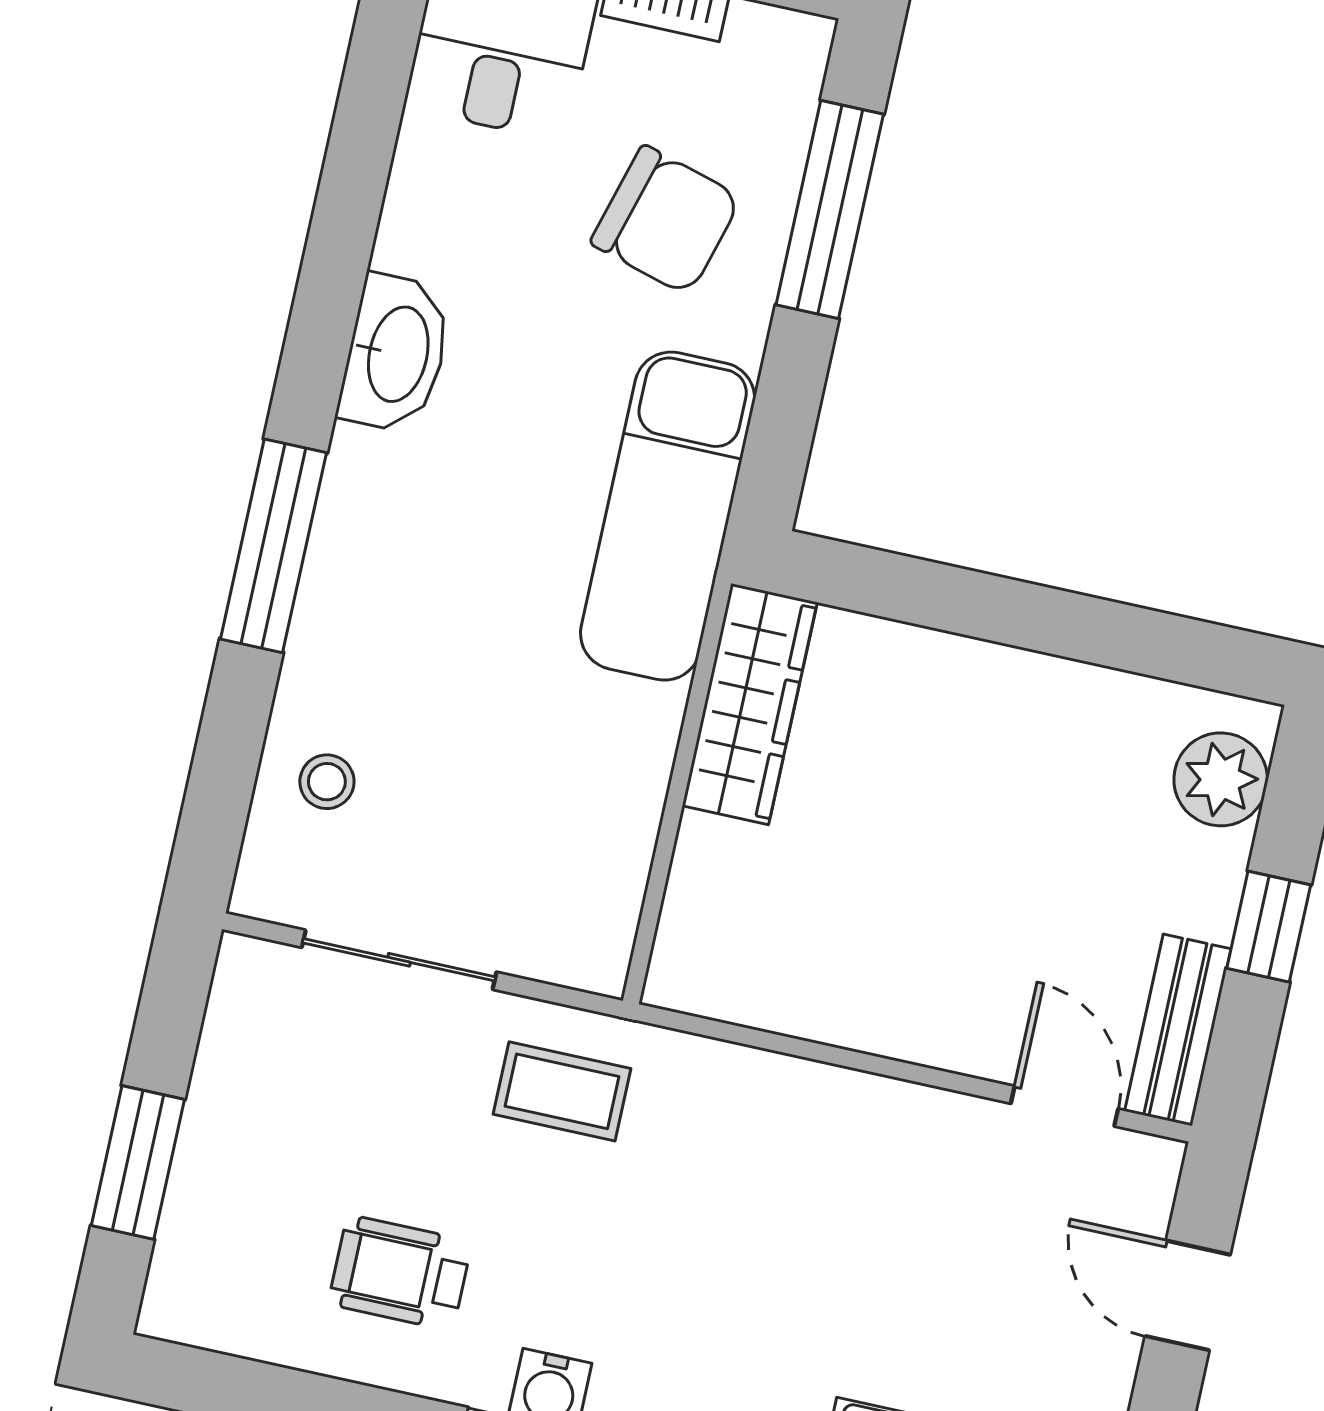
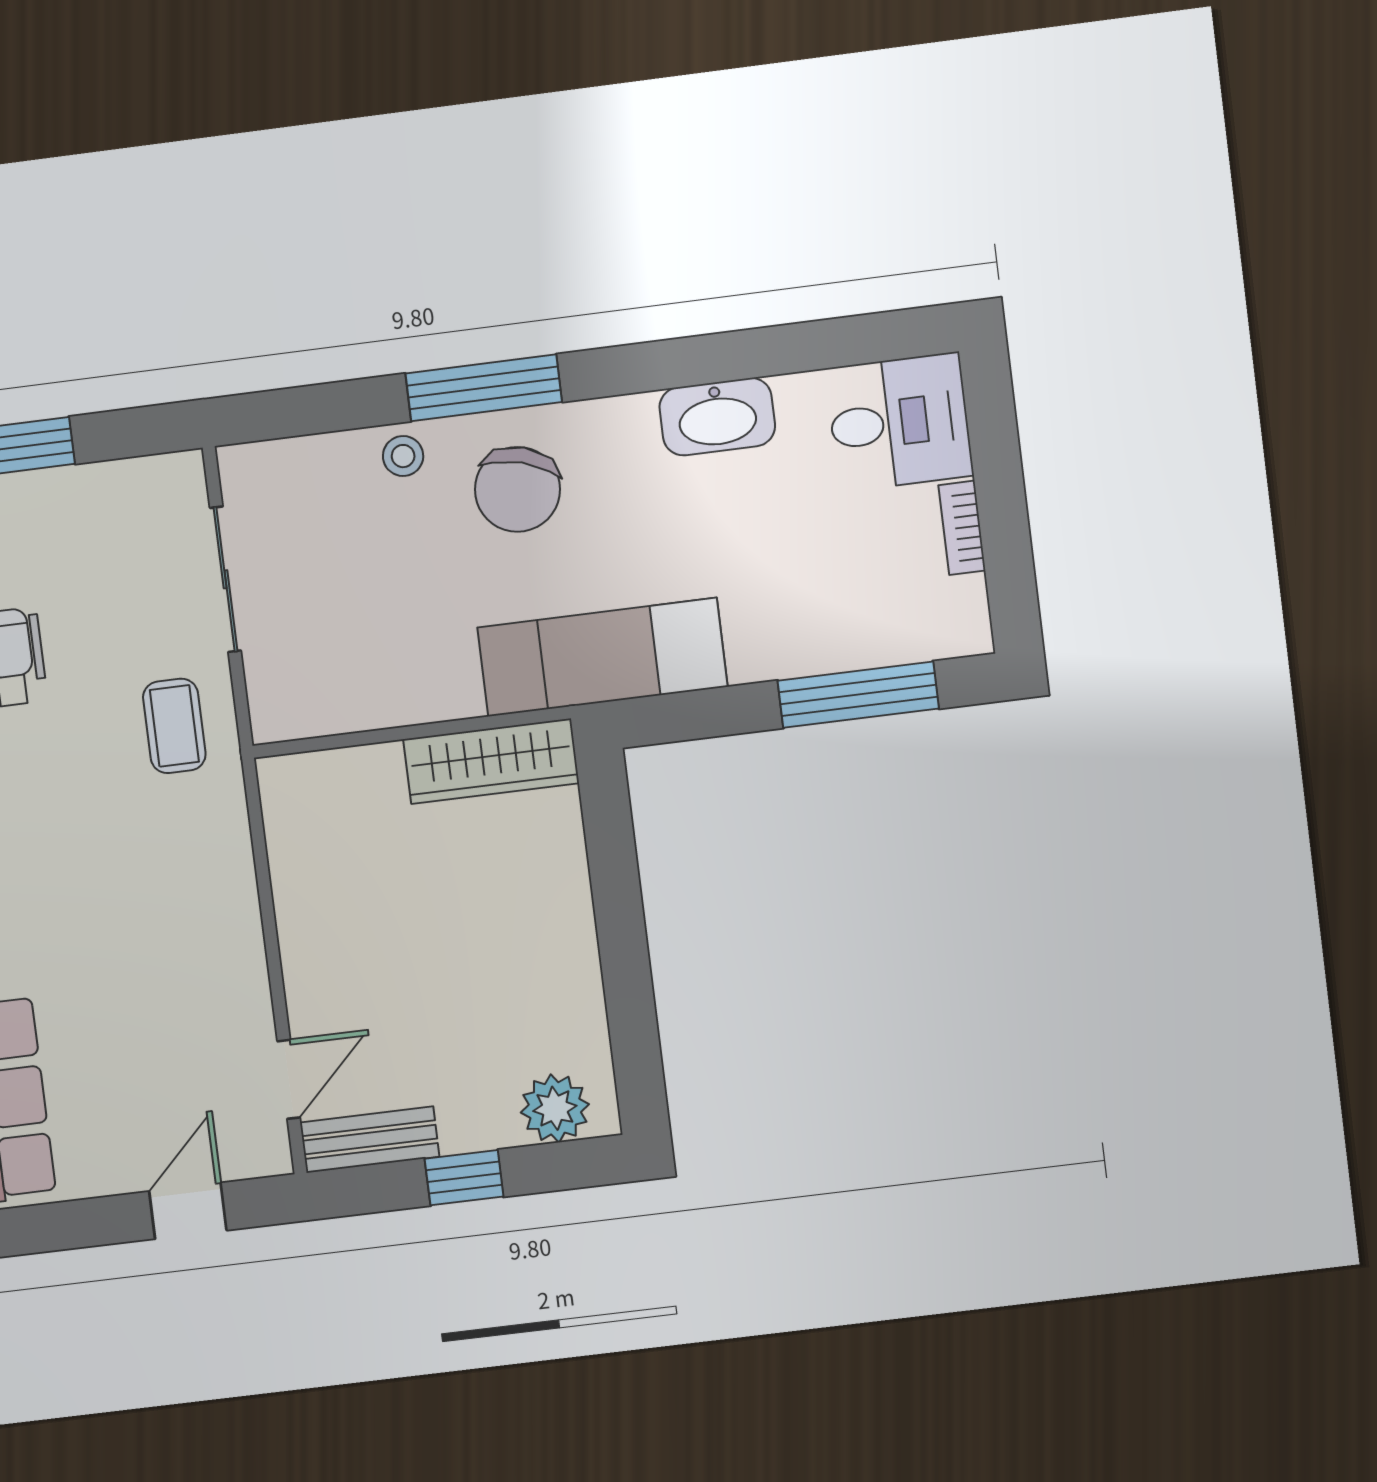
chair: (666, 220) -> (517, 489), moved
washbasin: (396, 354) -> (717, 417), moved
stool: (327, 782) -> (403, 456), moved

